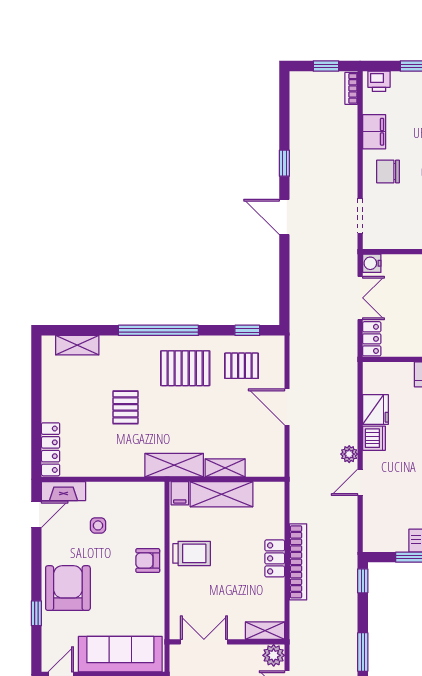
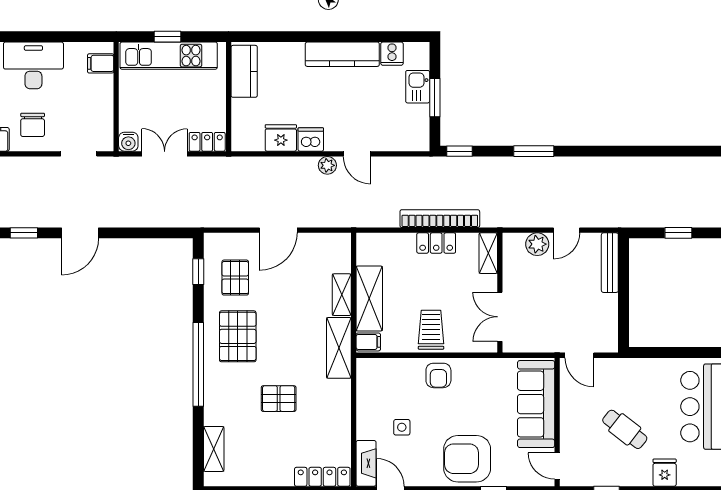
shelving: (265, 631) -> (488, 253), moved
double door: (204, 642) -> (500, 317), moved
wall: (227, 642) -> (500, 293), moved

